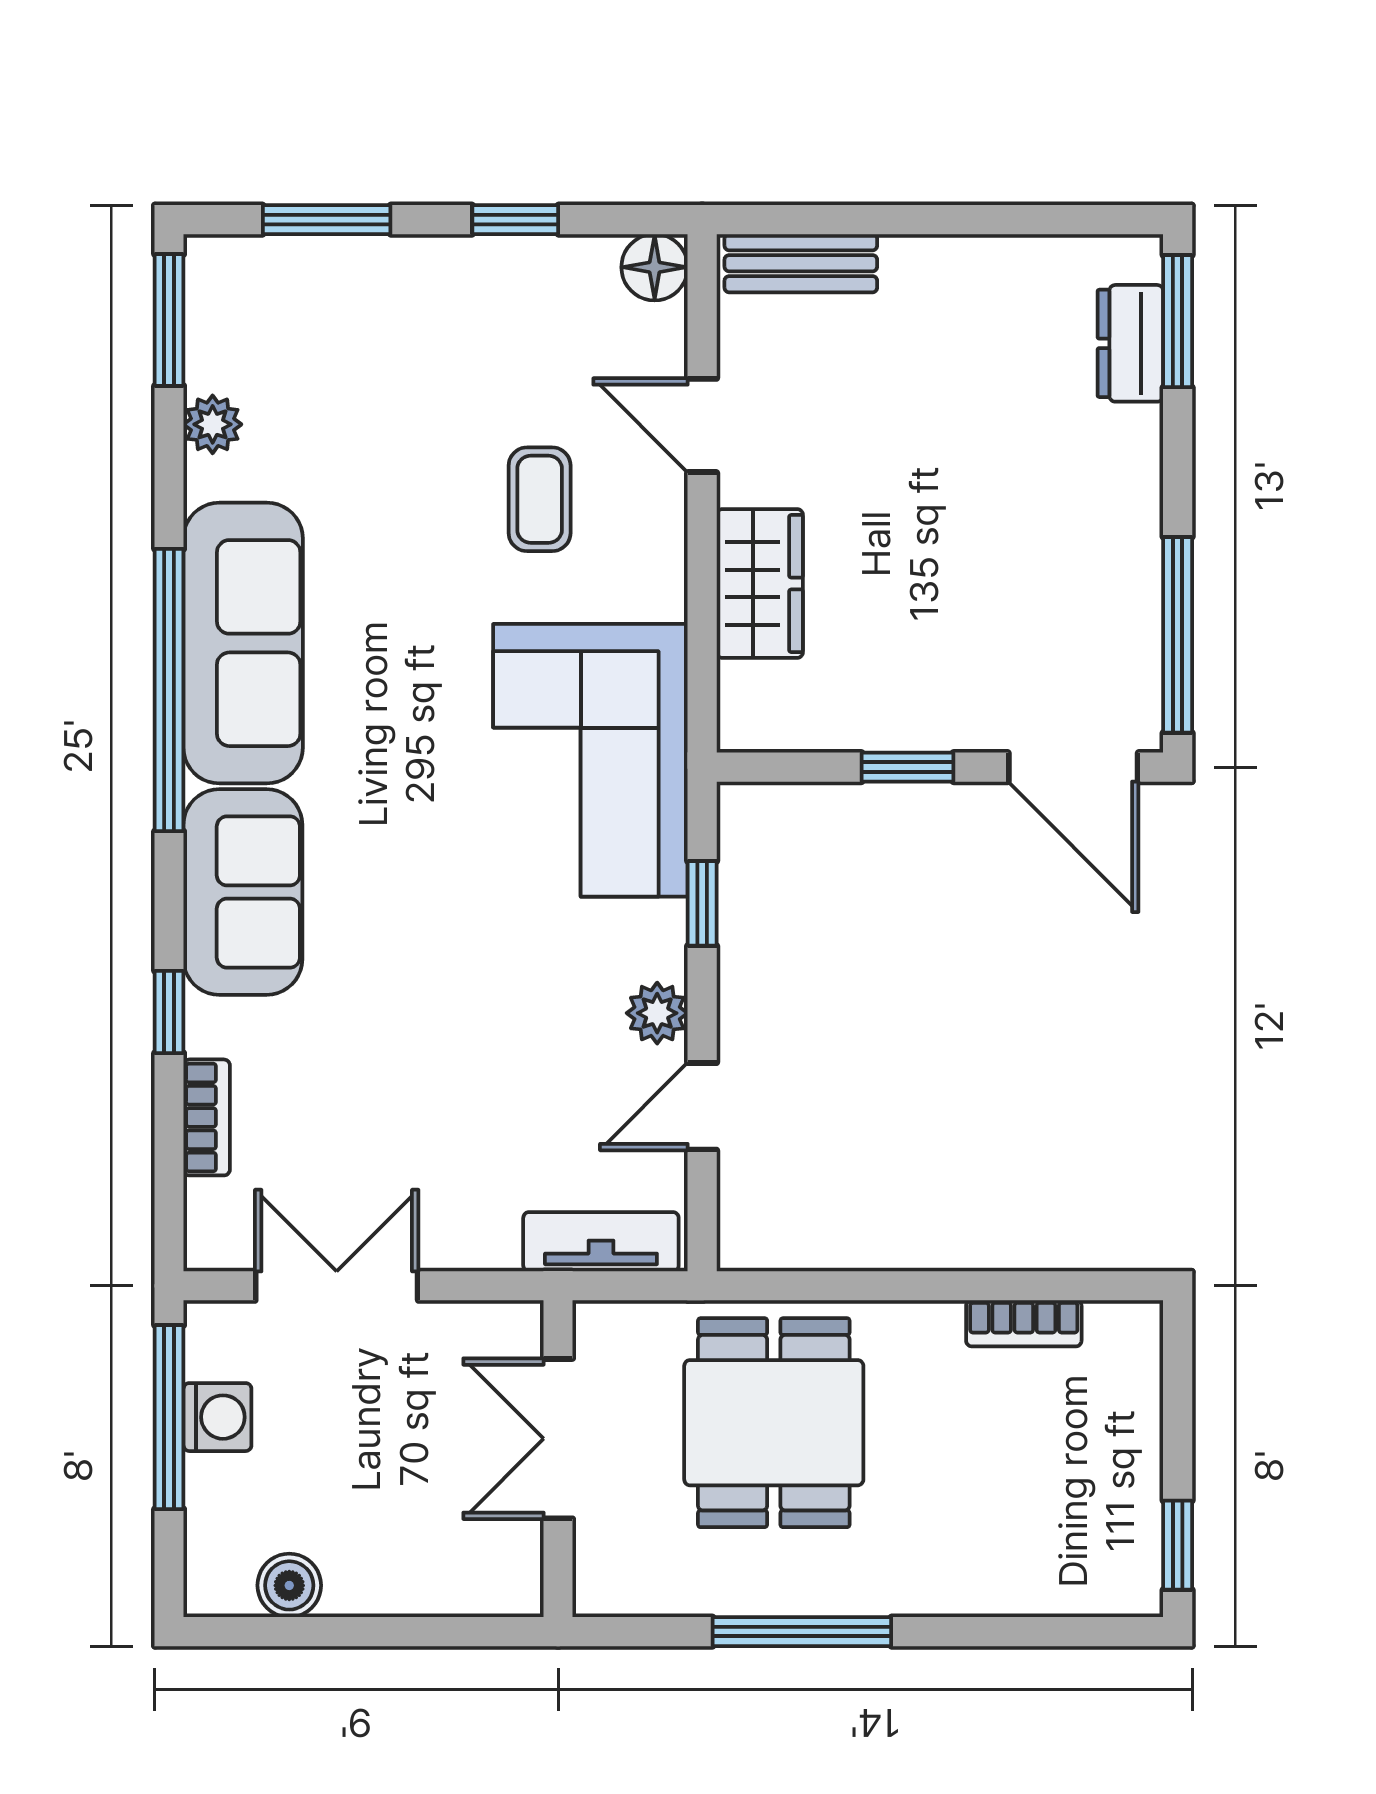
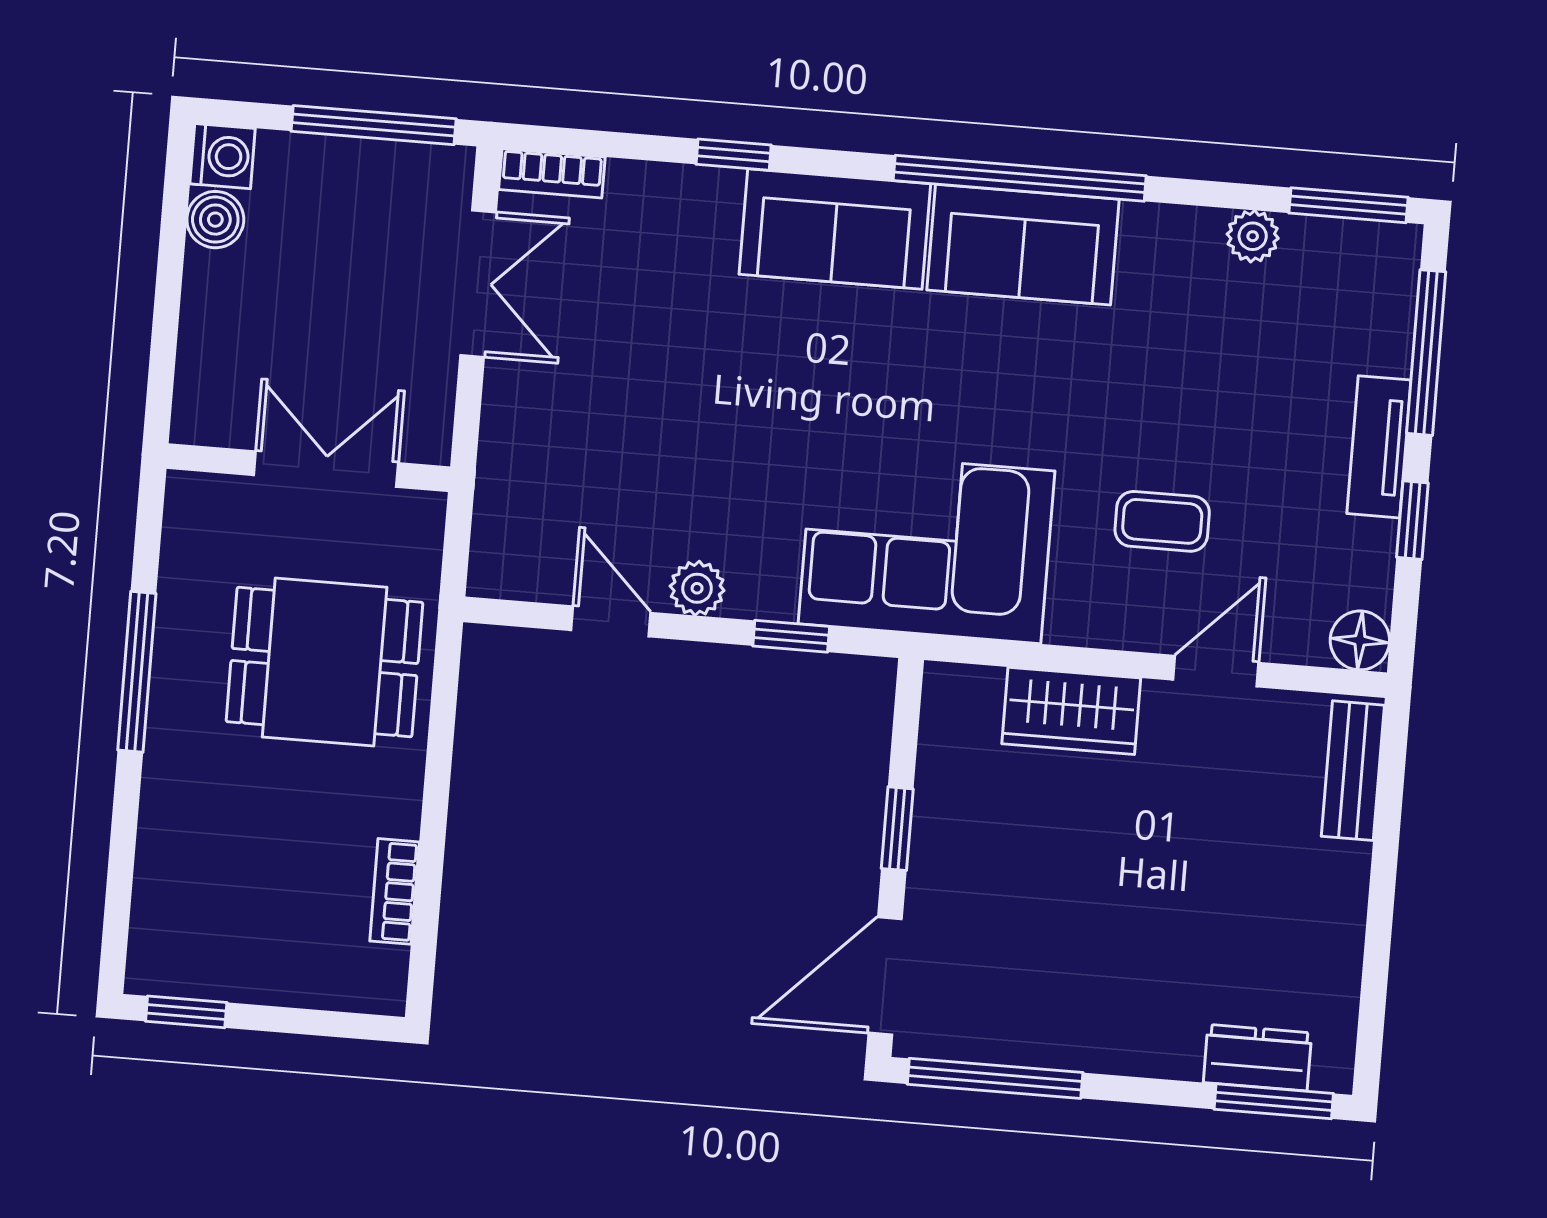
window: (327, 220) -> (1426, 353), width x1.44
sofa: (243, 643) -> (1023, 245), width x0.73
bookcase: (207, 1117) -> (552, 173), moved
tv unit: (601, 1242) -> (1379, 447), moved, turned 180
washing machine: (217, 1417) -> (223, 156), moved, turned -90

